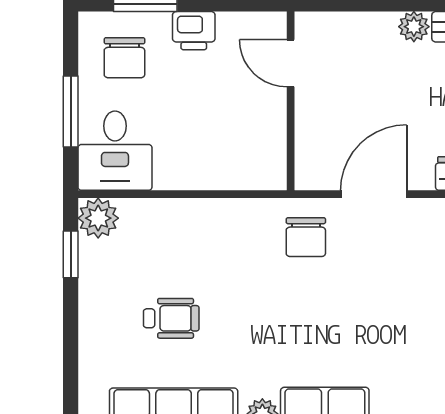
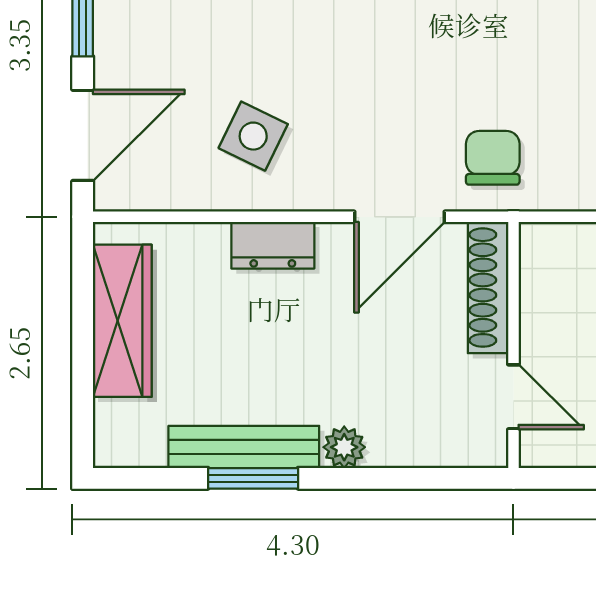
shoe rack: (309, 143) -> (488, 288), added

